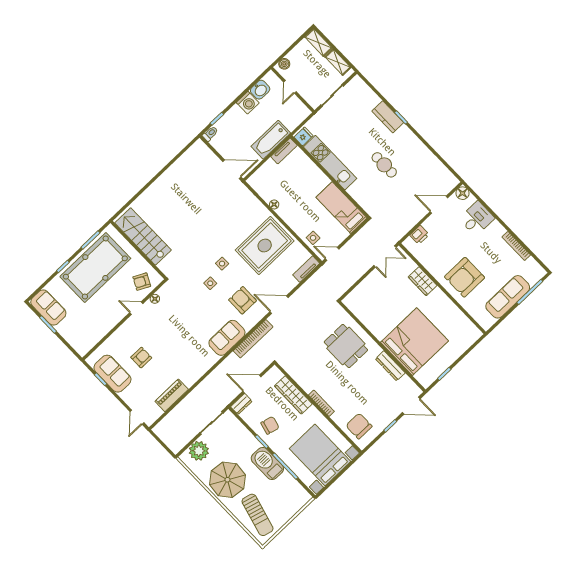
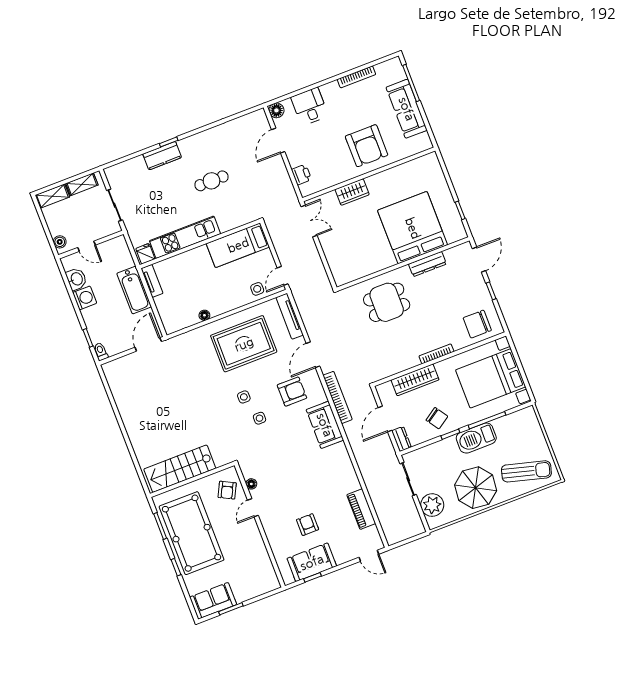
rug: (265, 246) -> (244, 344), turned 90
tv unit: (306, 269) -> (290, 316), width x1.41
armchair: (243, 300) -> (292, 392), turned 180
chair: (270, 425) -> (437, 418), turned 131

